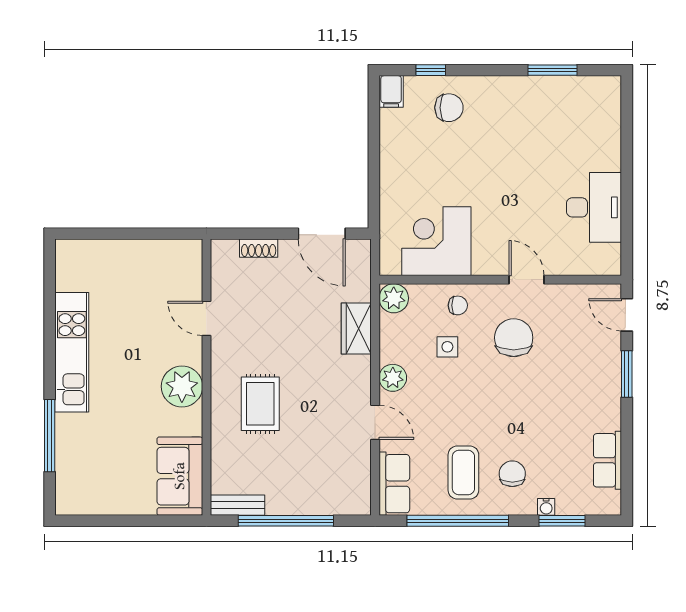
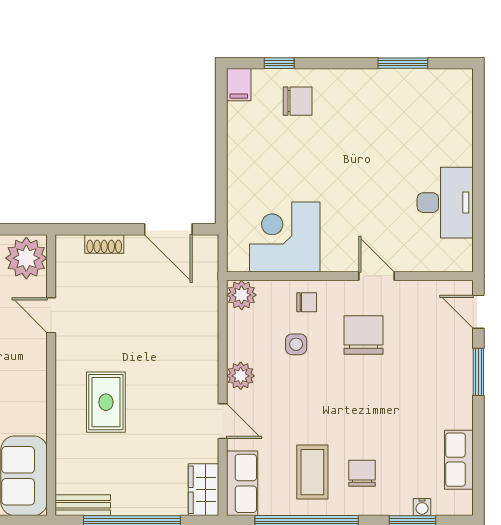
wardrobe: (356, 328) -> (204, 490), moved
plant: (182, 386) -> (26, 258), moved
water cooler: (546, 507) -> (422, 507), moved

